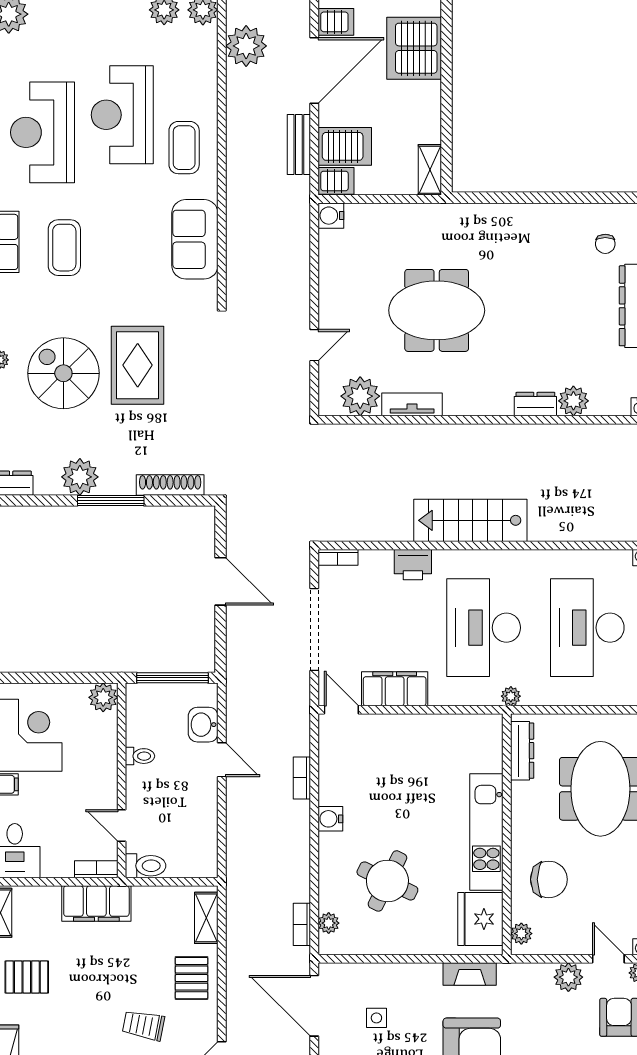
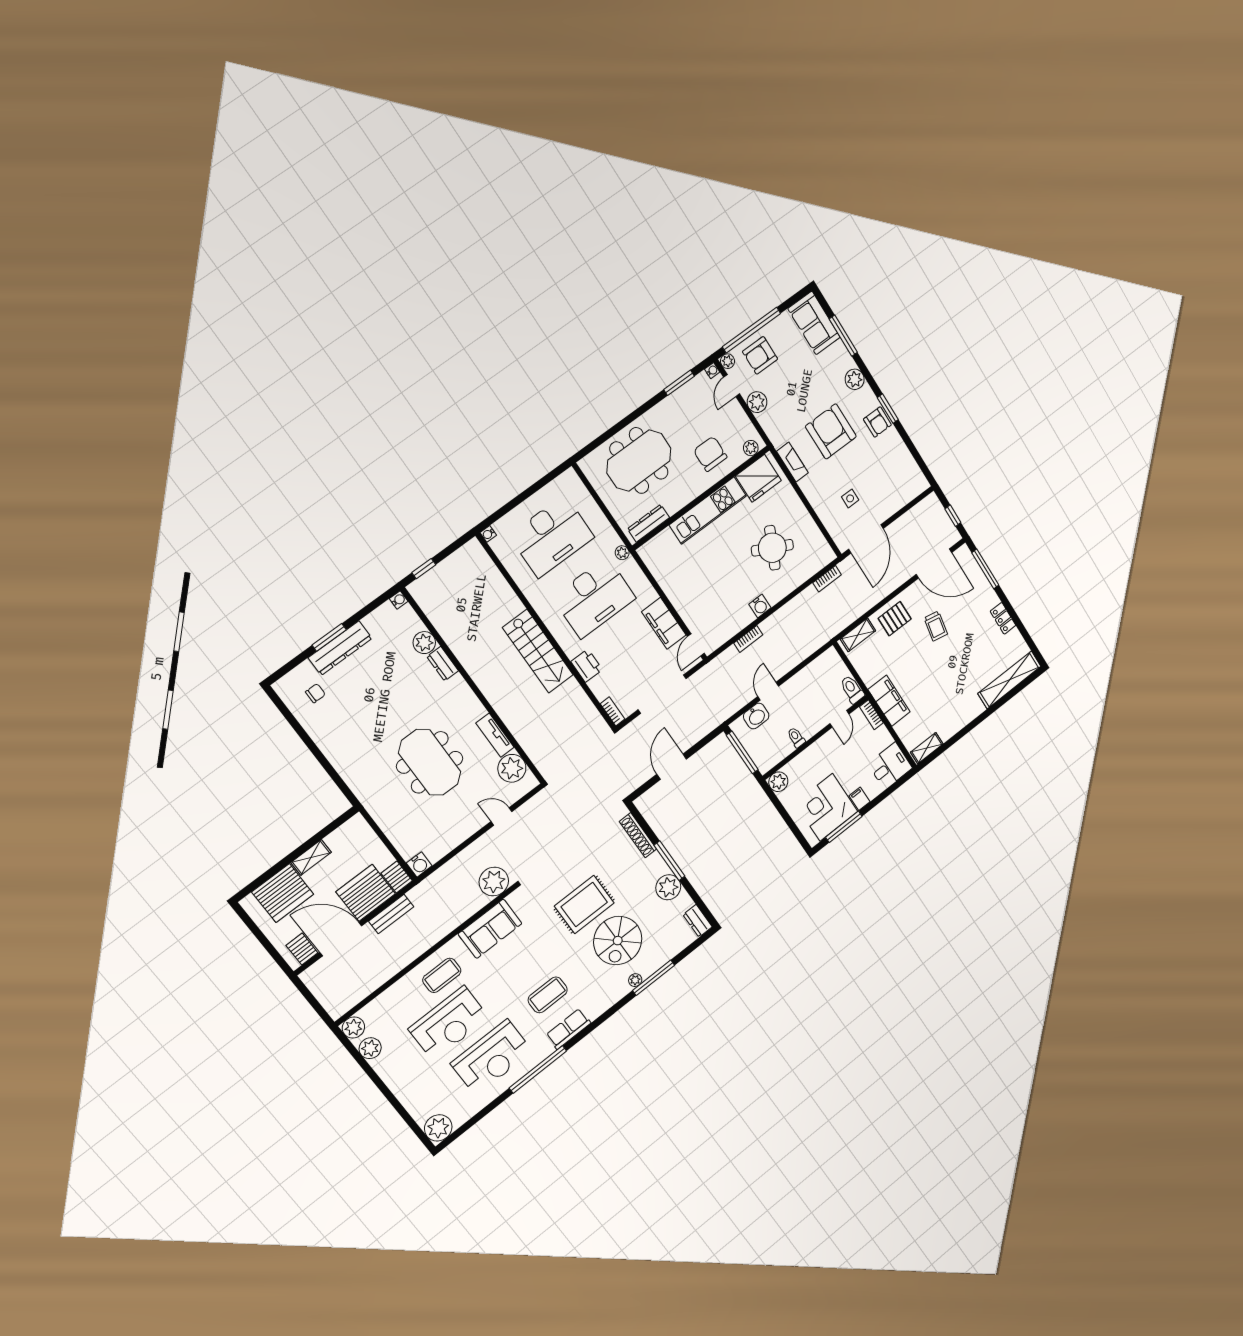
plant: (246, 46) -> (494, 882), moved
server rack: (345, 146) -> (366, 893), width x1.60
shelving: (430, 170) -> (311, 857), moved
plant: (329, 923) -> (817, 564), removed
pallet: (27, 977) -> (951, 708), removed

